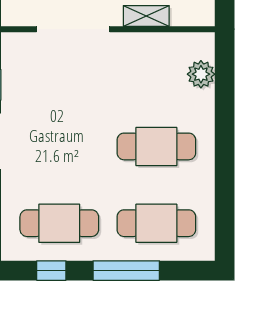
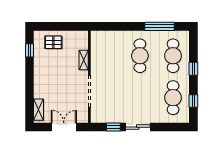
plant: (201, 74) -> (109, 37), removed
window: (225, 192) -> (160, 26), added
window: (126, 271) -> (193, 69), width x0.46

